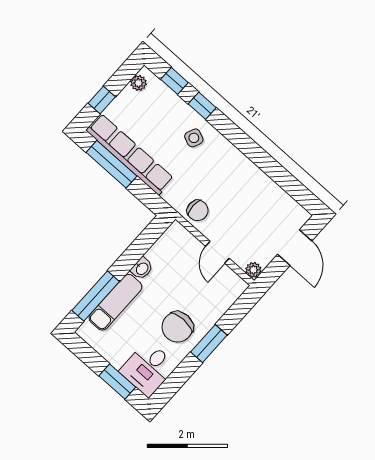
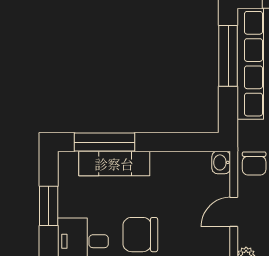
washbasin: (142, 268) -> (221, 162), moved, turned 90
window: (117, 381) -> (49, 206), moved

